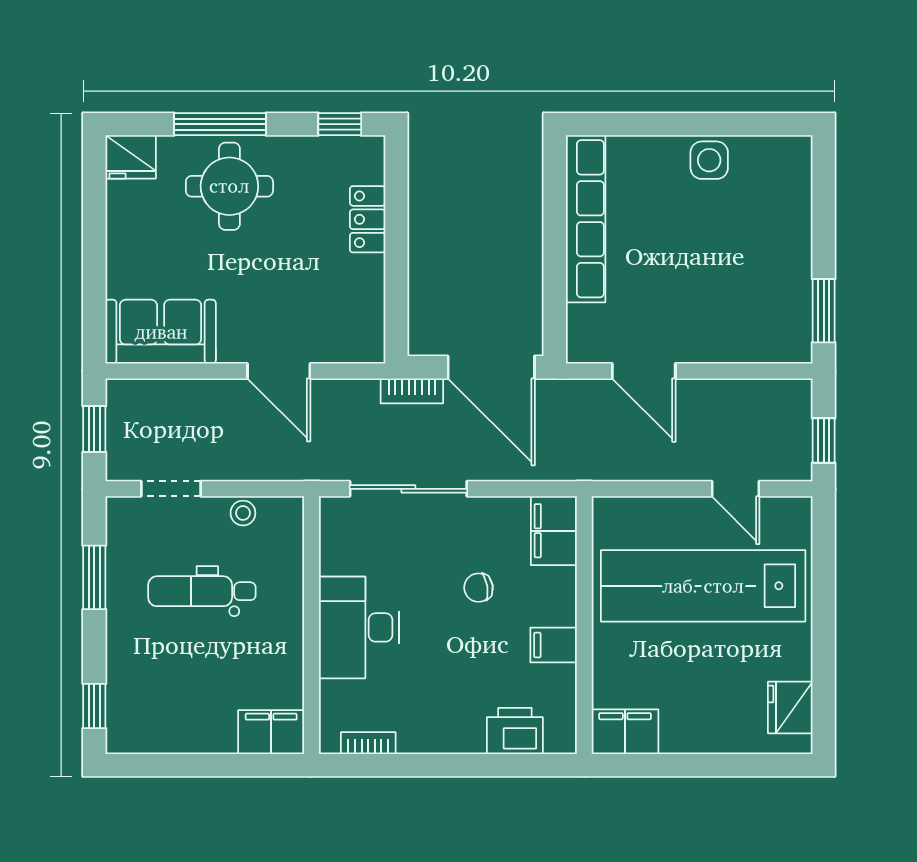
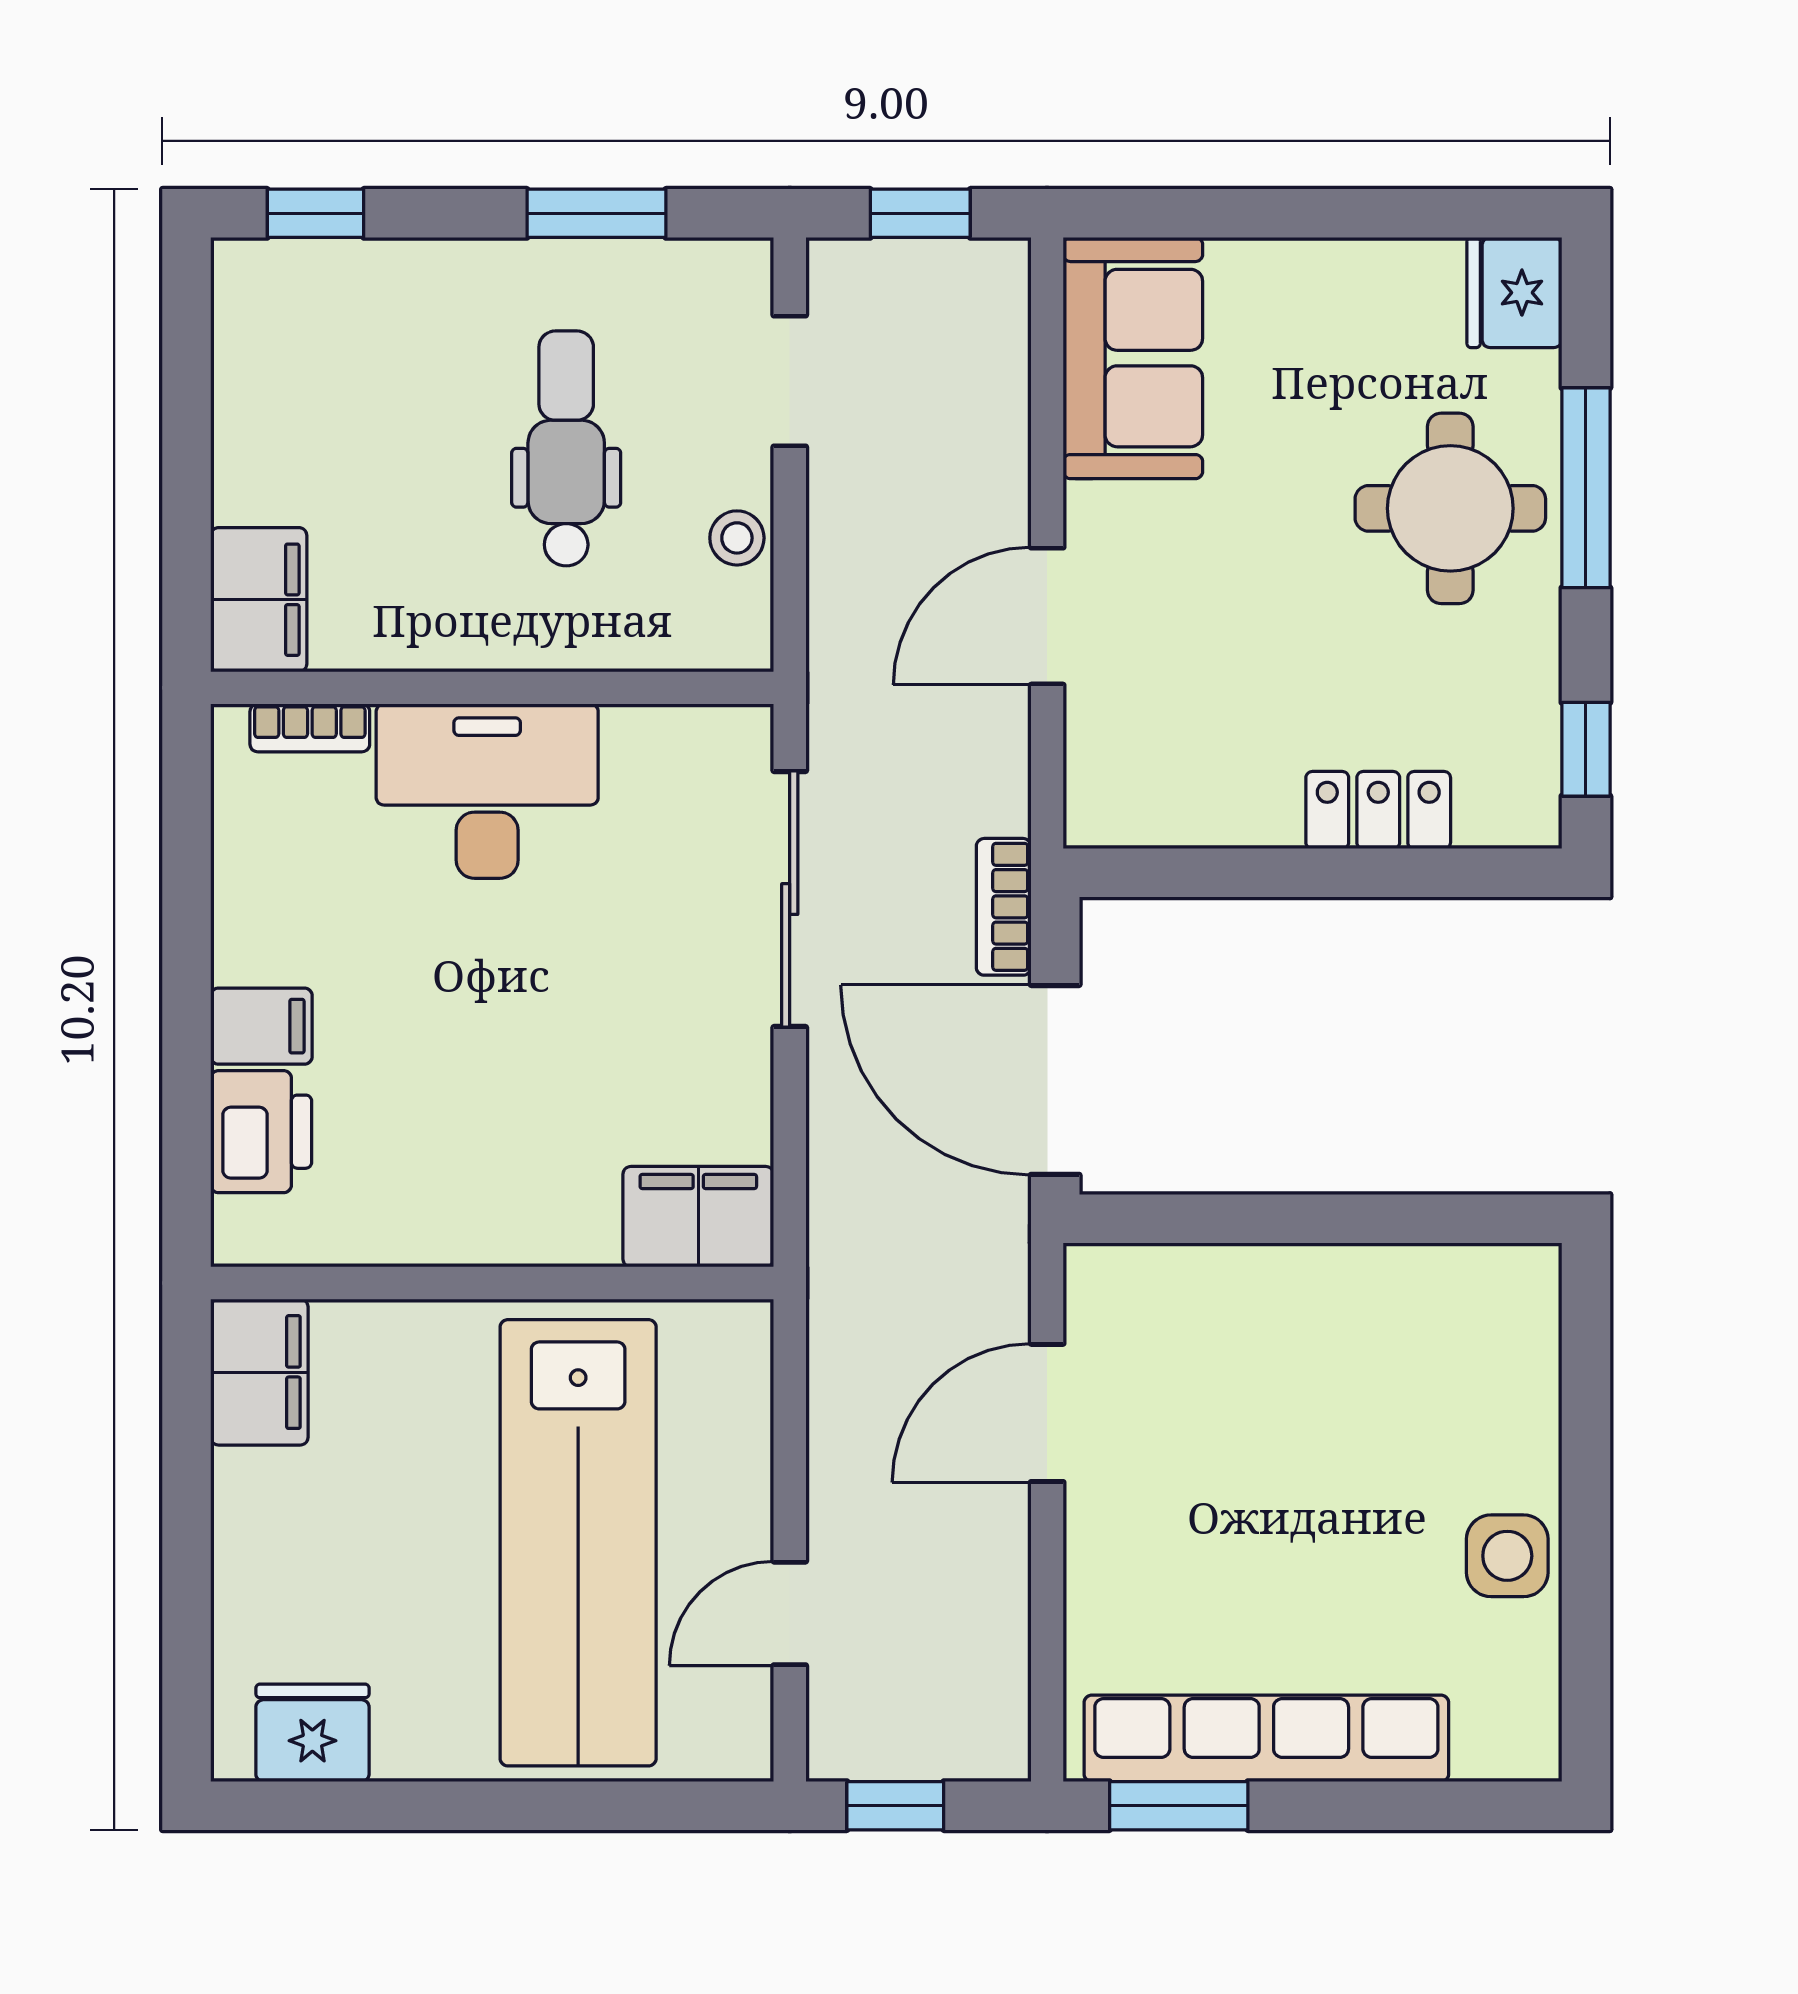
row of seats: (586, 219) -> (1266, 1738), moved, turned 180
door: (491, 367) -> (1055, 1080), hinge flipped
lab bench: (703, 586) -> (578, 1543), turned 180
chair: (478, 588) -> (574, 1052), removed
filing cabinet: (554, 645) -> (261, 1026), moved, turned 90
bookcase: (368, 743) -> (310, 728), moved, turned 90

